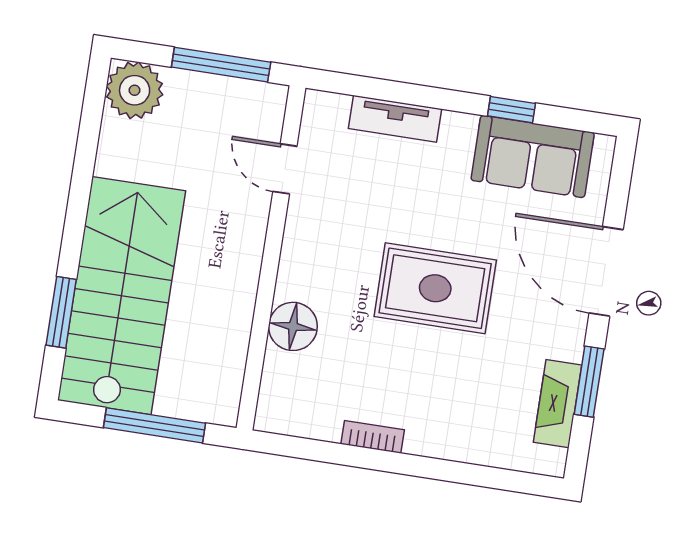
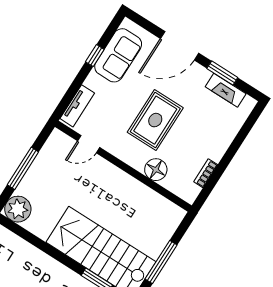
door: (285, 169) -> (89, 144), moved
wall: (271, 258) -> (123, 166), moved
floor lamp: (293, 326) -> (156, 170), moved

